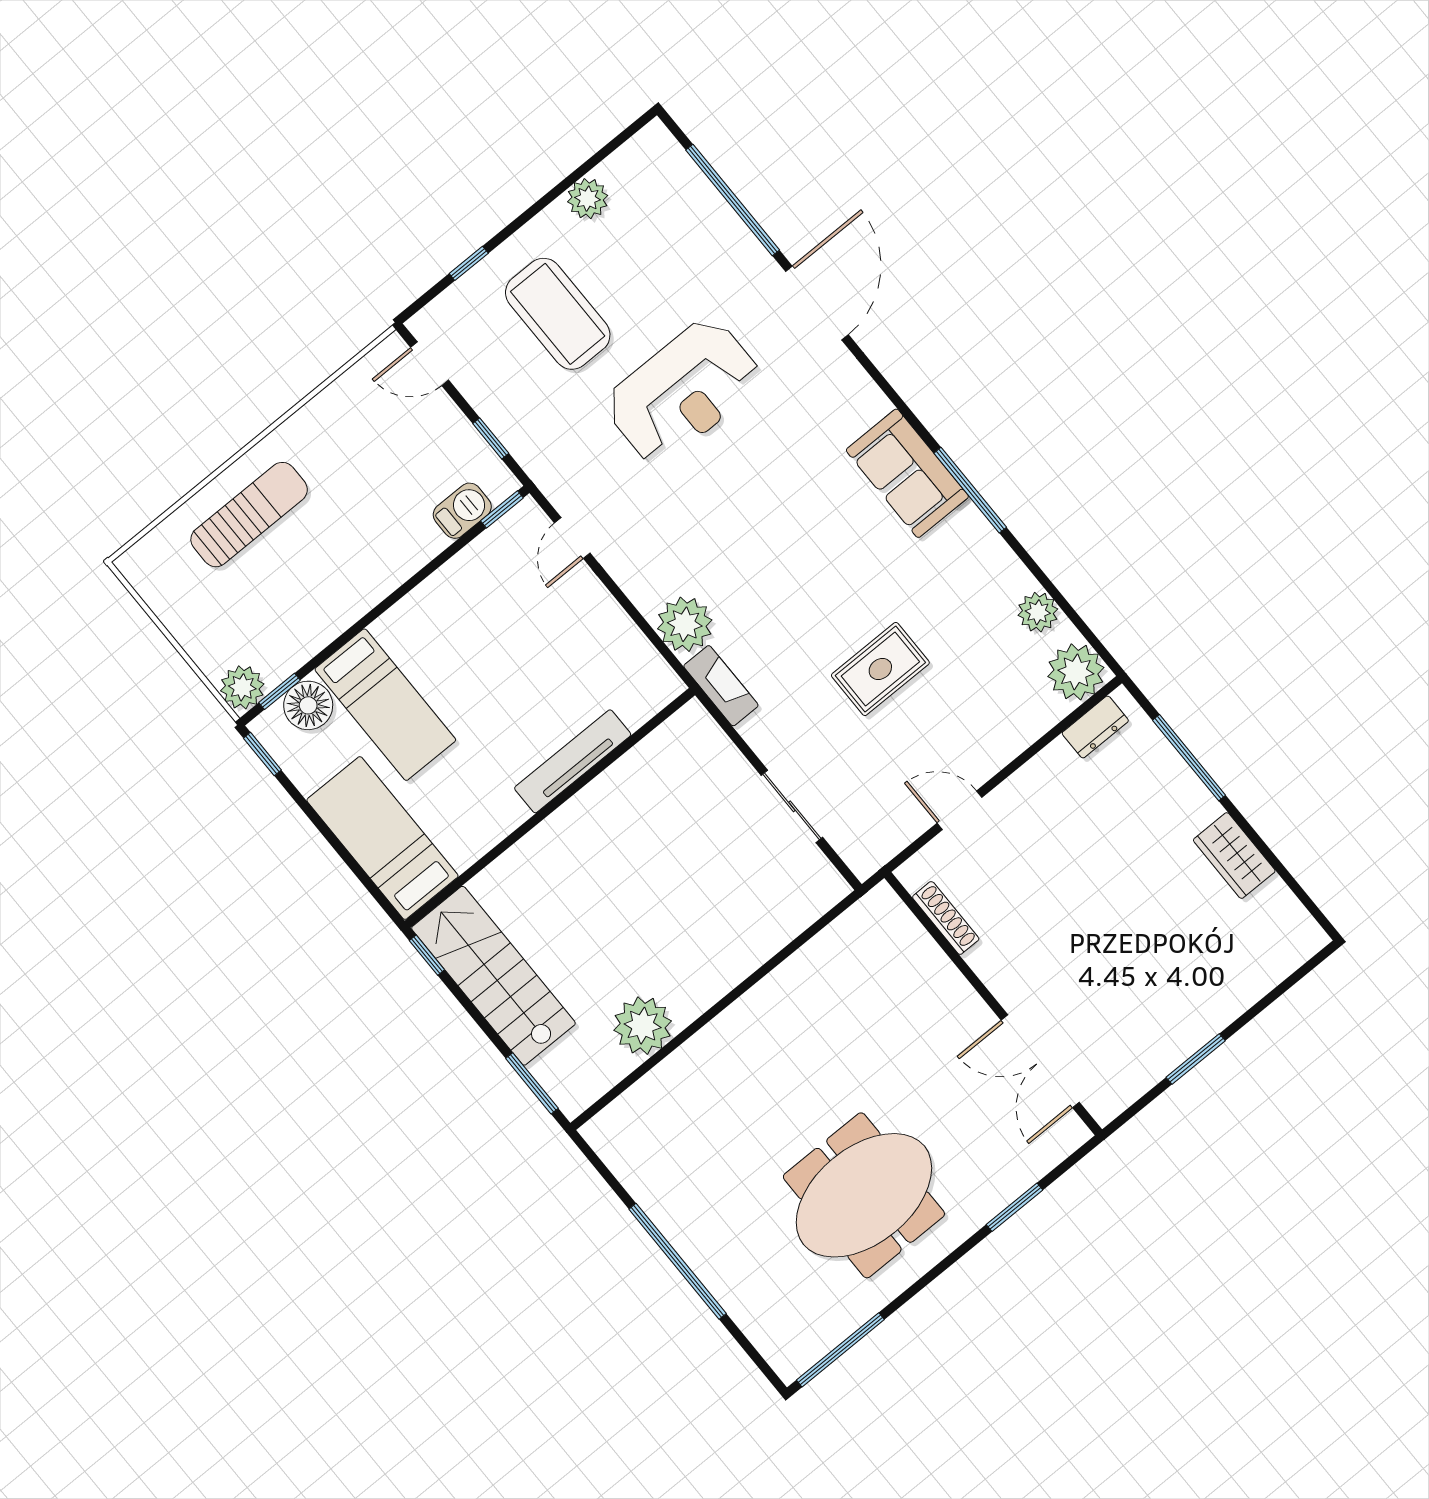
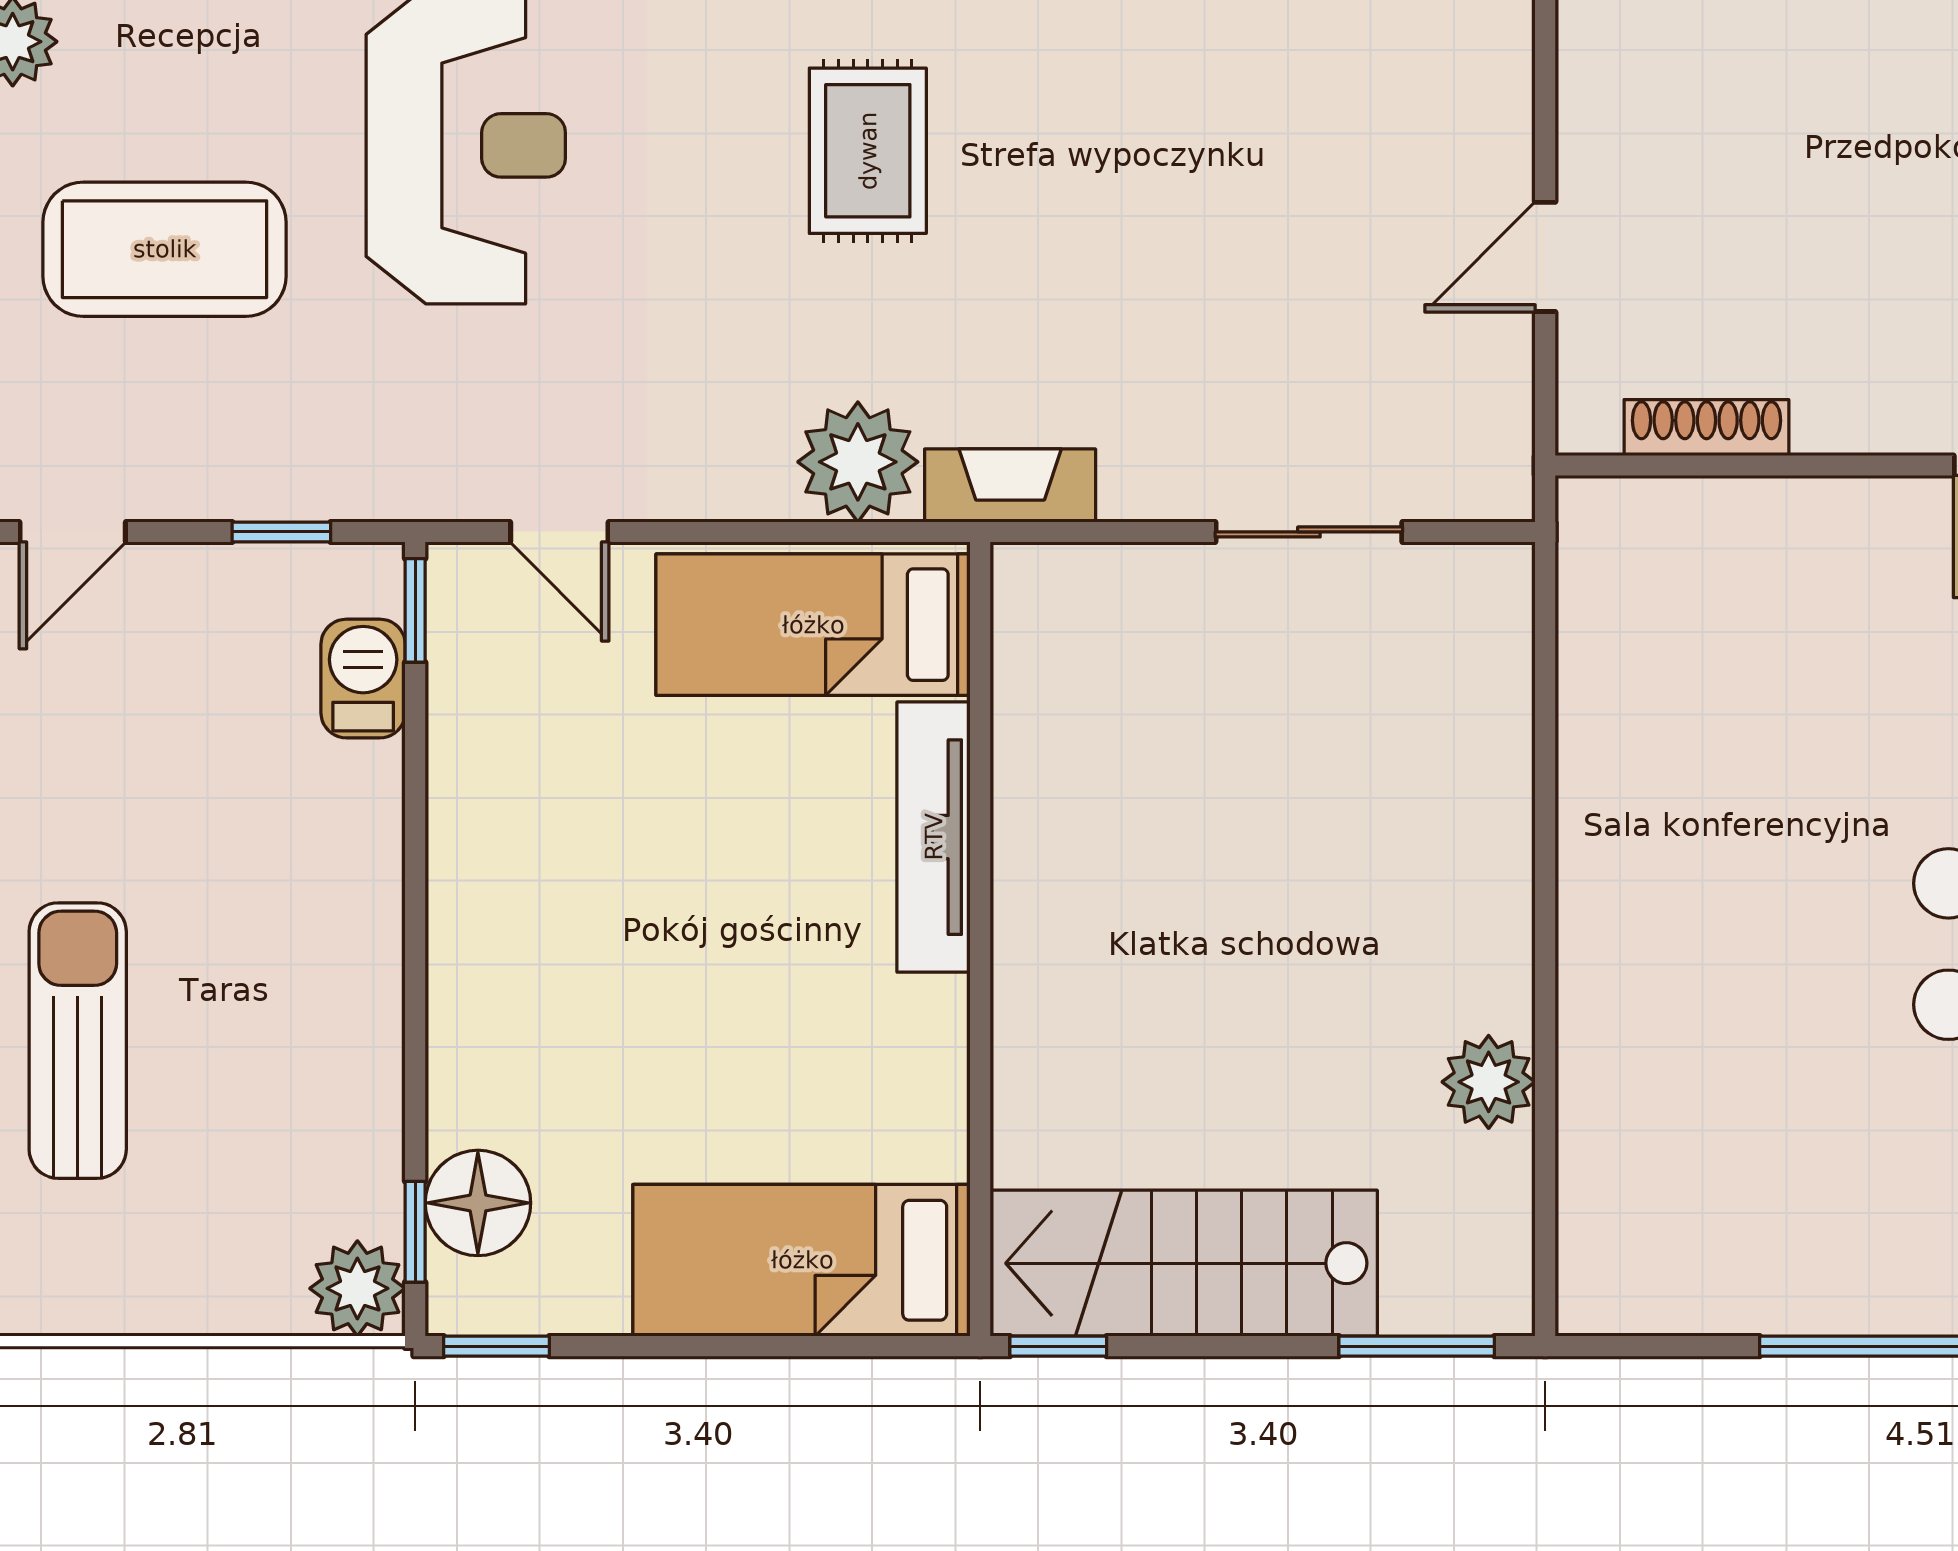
rug: (880, 669) -> (868, 151), moved
bed: (385, 705) -> (813, 625), moved, turned 180
plant: (643, 1026) -> (1489, 1082), width x0.73, depth x0.73

